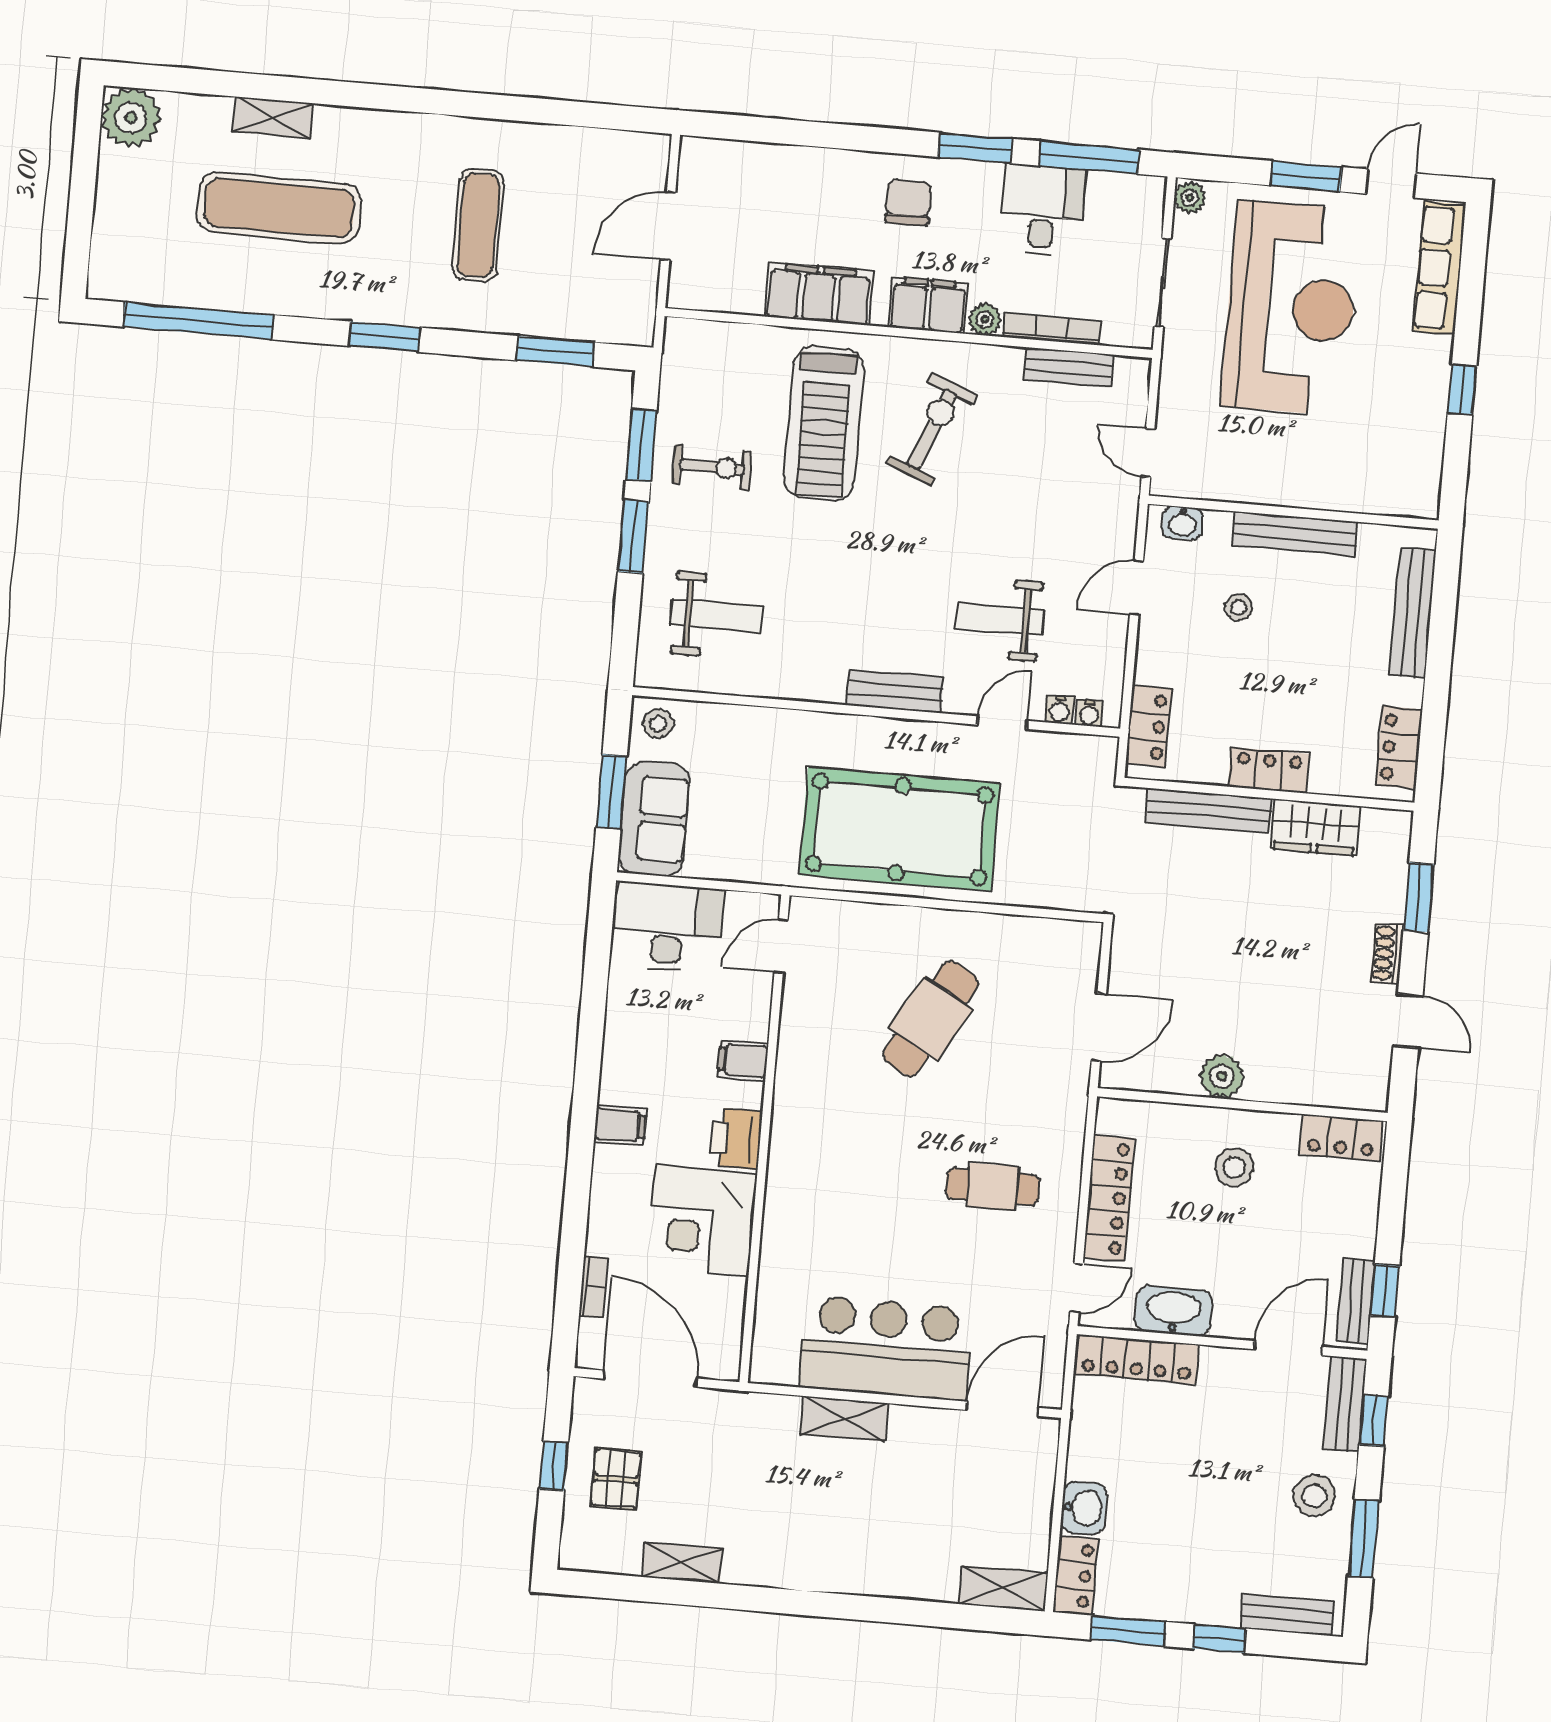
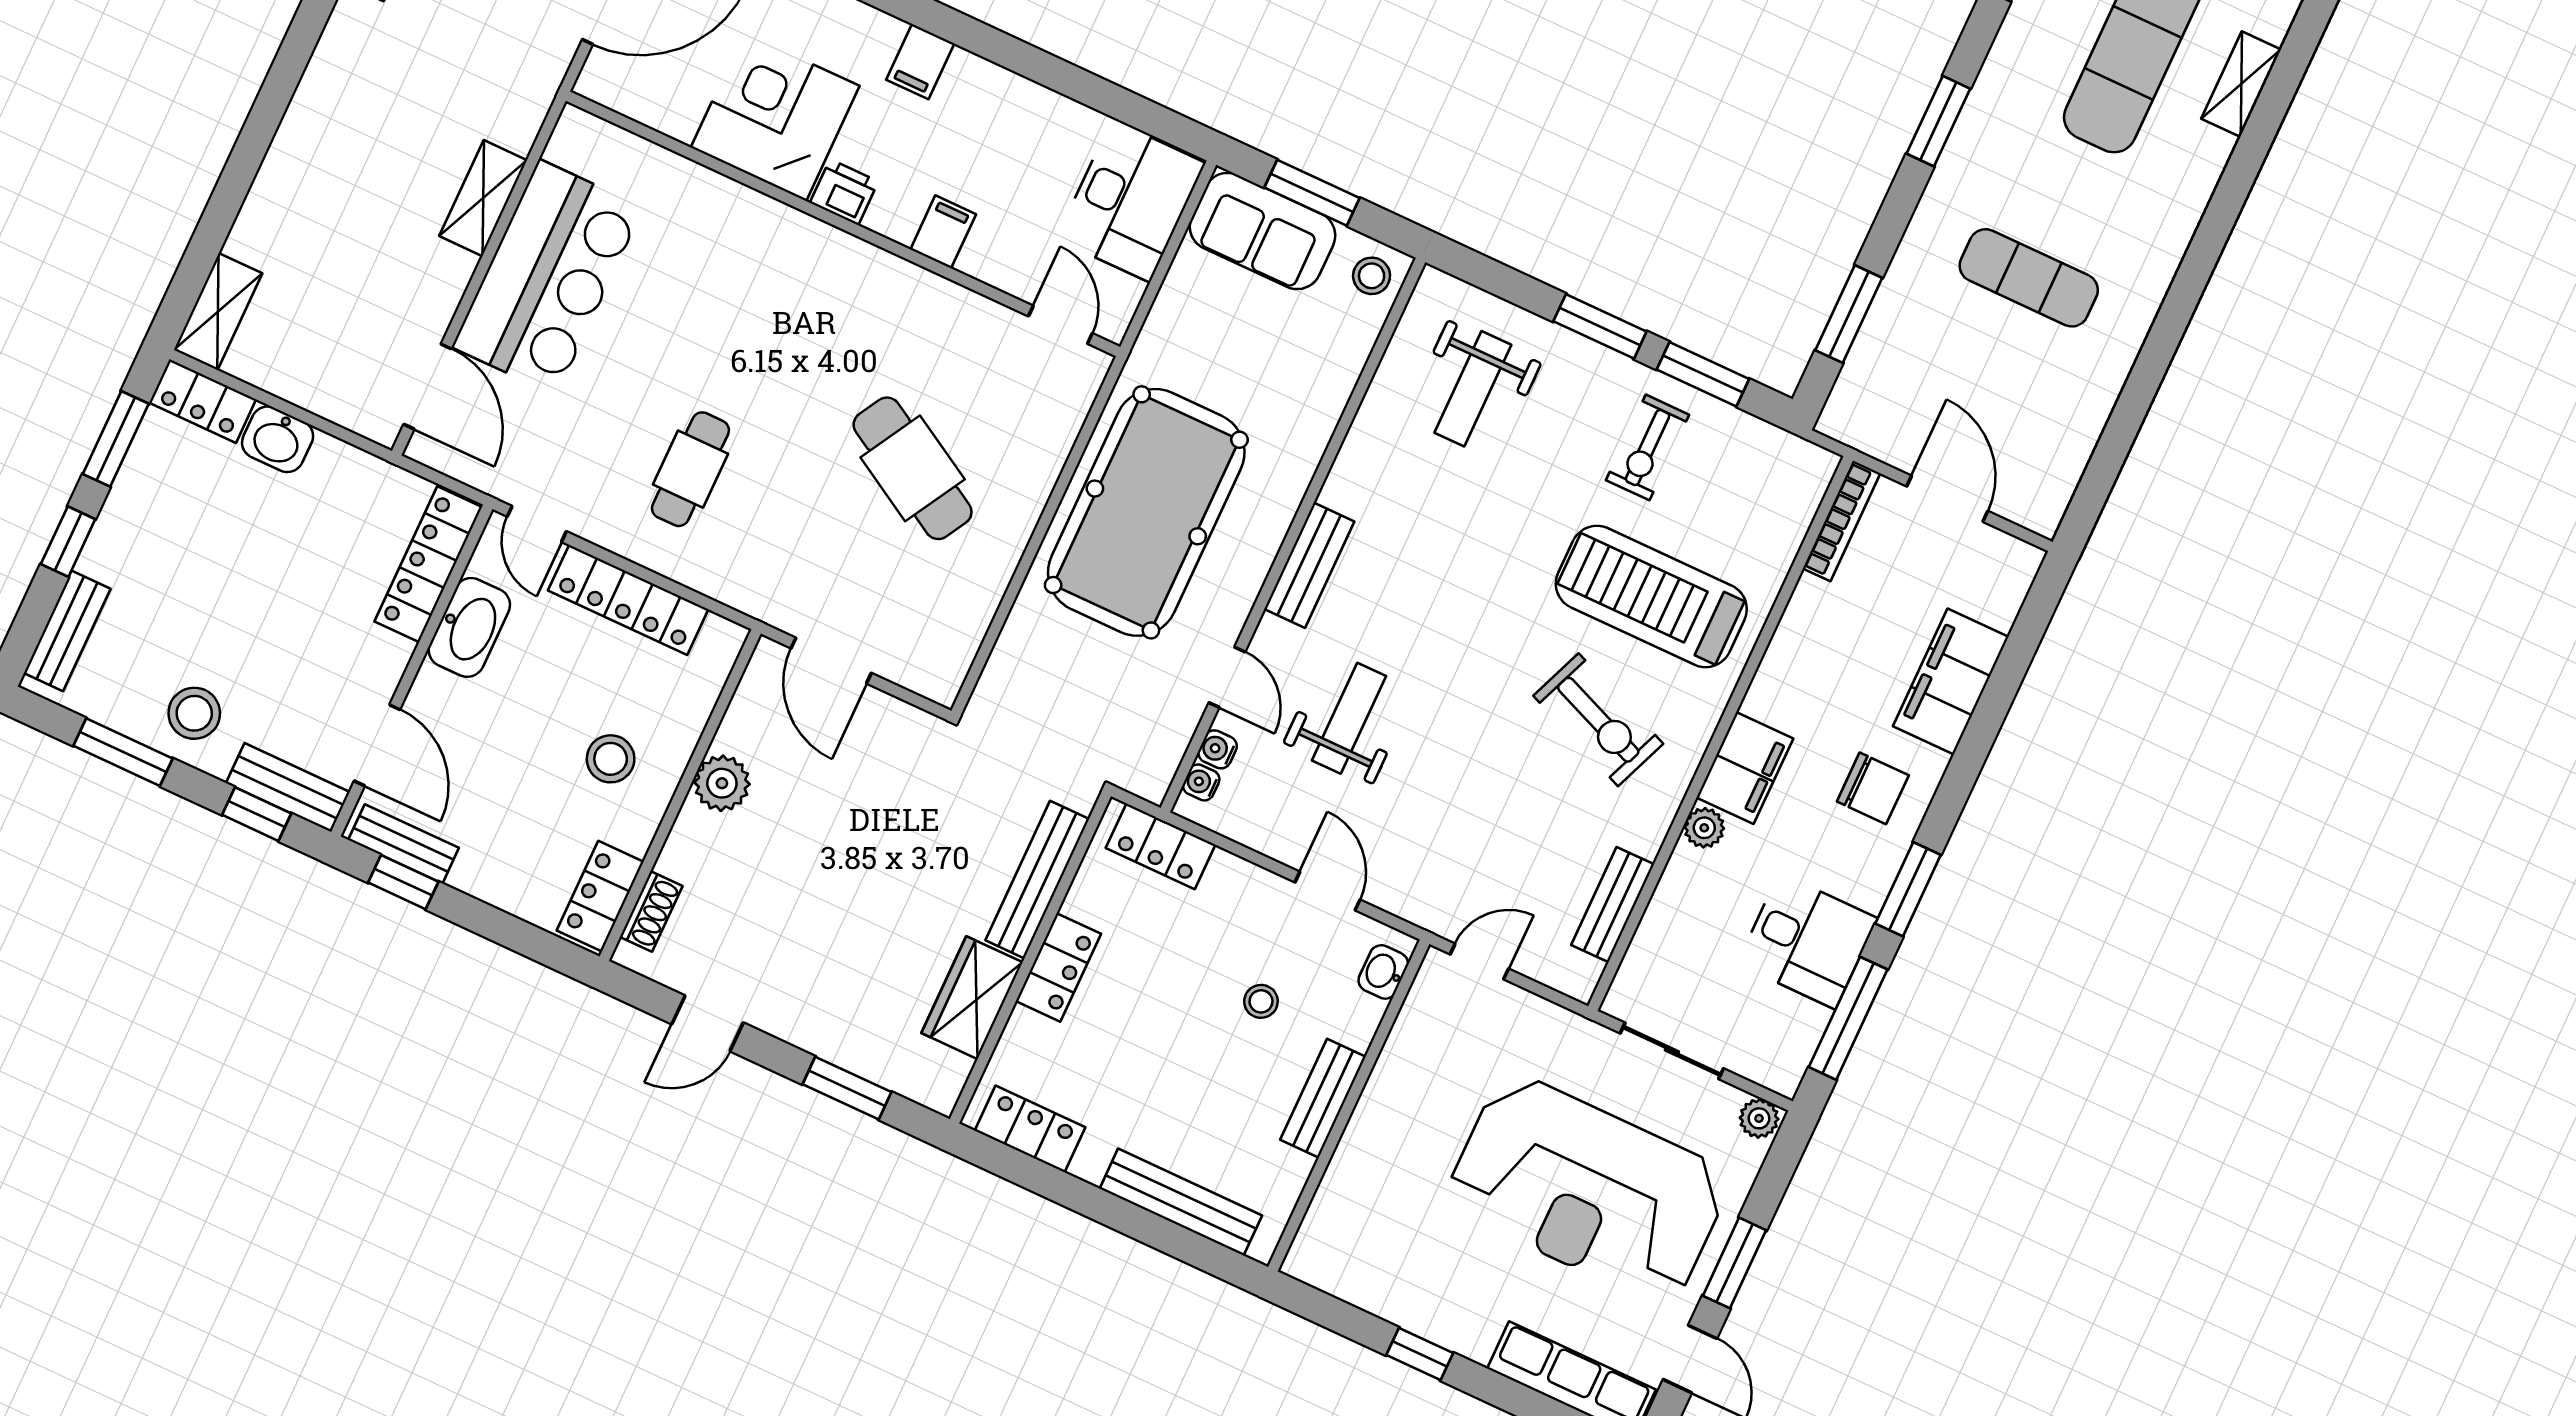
filing cabinet: (819, 294) -> (1951, 681), moved, turned 180
bookcase: (1052, 329) -> (1842, 521), moved
bench: (1295, 534) -> (1323, 1098), width x0.73
shoe rack: (1387, 953) -> (651, 911), moved, turned 90
printer: (736, 1139) -> (844, 192), width x0.73, depth x0.81

